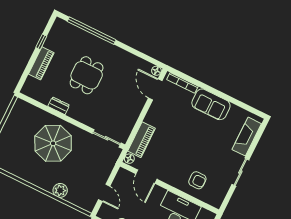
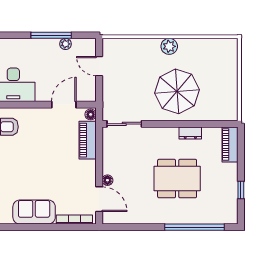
piano: (41, 63) -> (230, 144), moved
floor lamp: (156, 71) -> (107, 180), moved
dining table: (87, 75) -> (177, 179), width x1.38
door: (146, 177) -> (64, 105), hinge flipped
plant: (60, 190) -> (169, 46), moved

